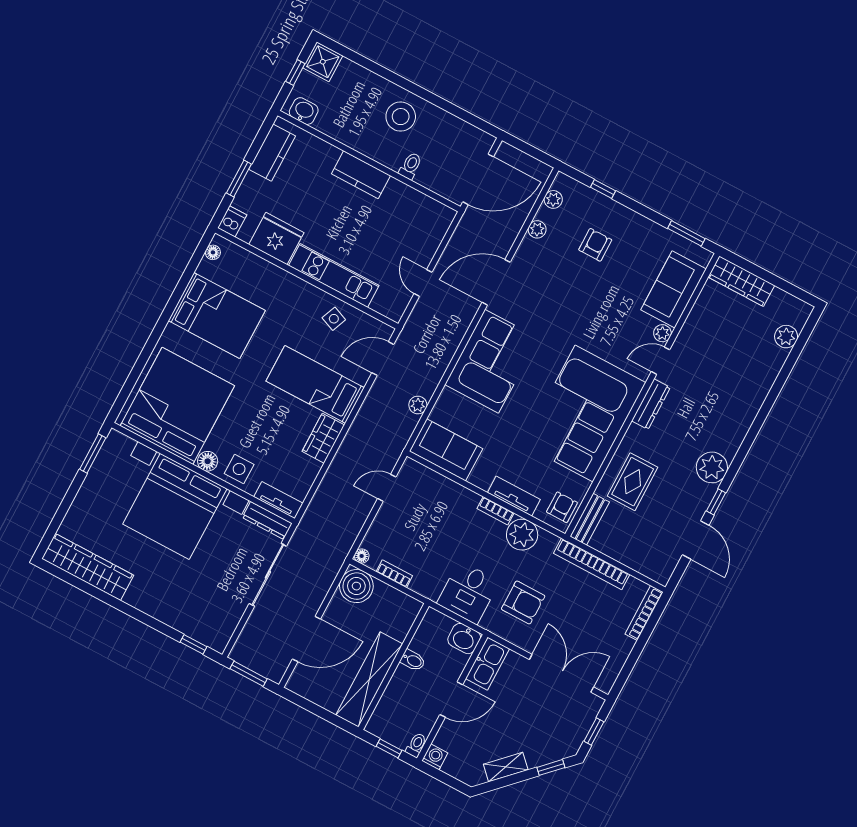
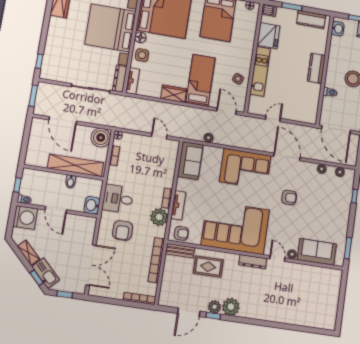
armchair: (595, 245) -> (289, 197), moved
wardrobe: (741, 281) -> (334, 286), removed
plant: (786, 337) -> (214, 307), moved
kitchen sink: (487, 664) -> (46, 273), moved, turned -135
shelving: (369, 679) -> (76, 165), moved
washing machine: (435, 757) -> (25, 217), width x1.89, depth x1.89

